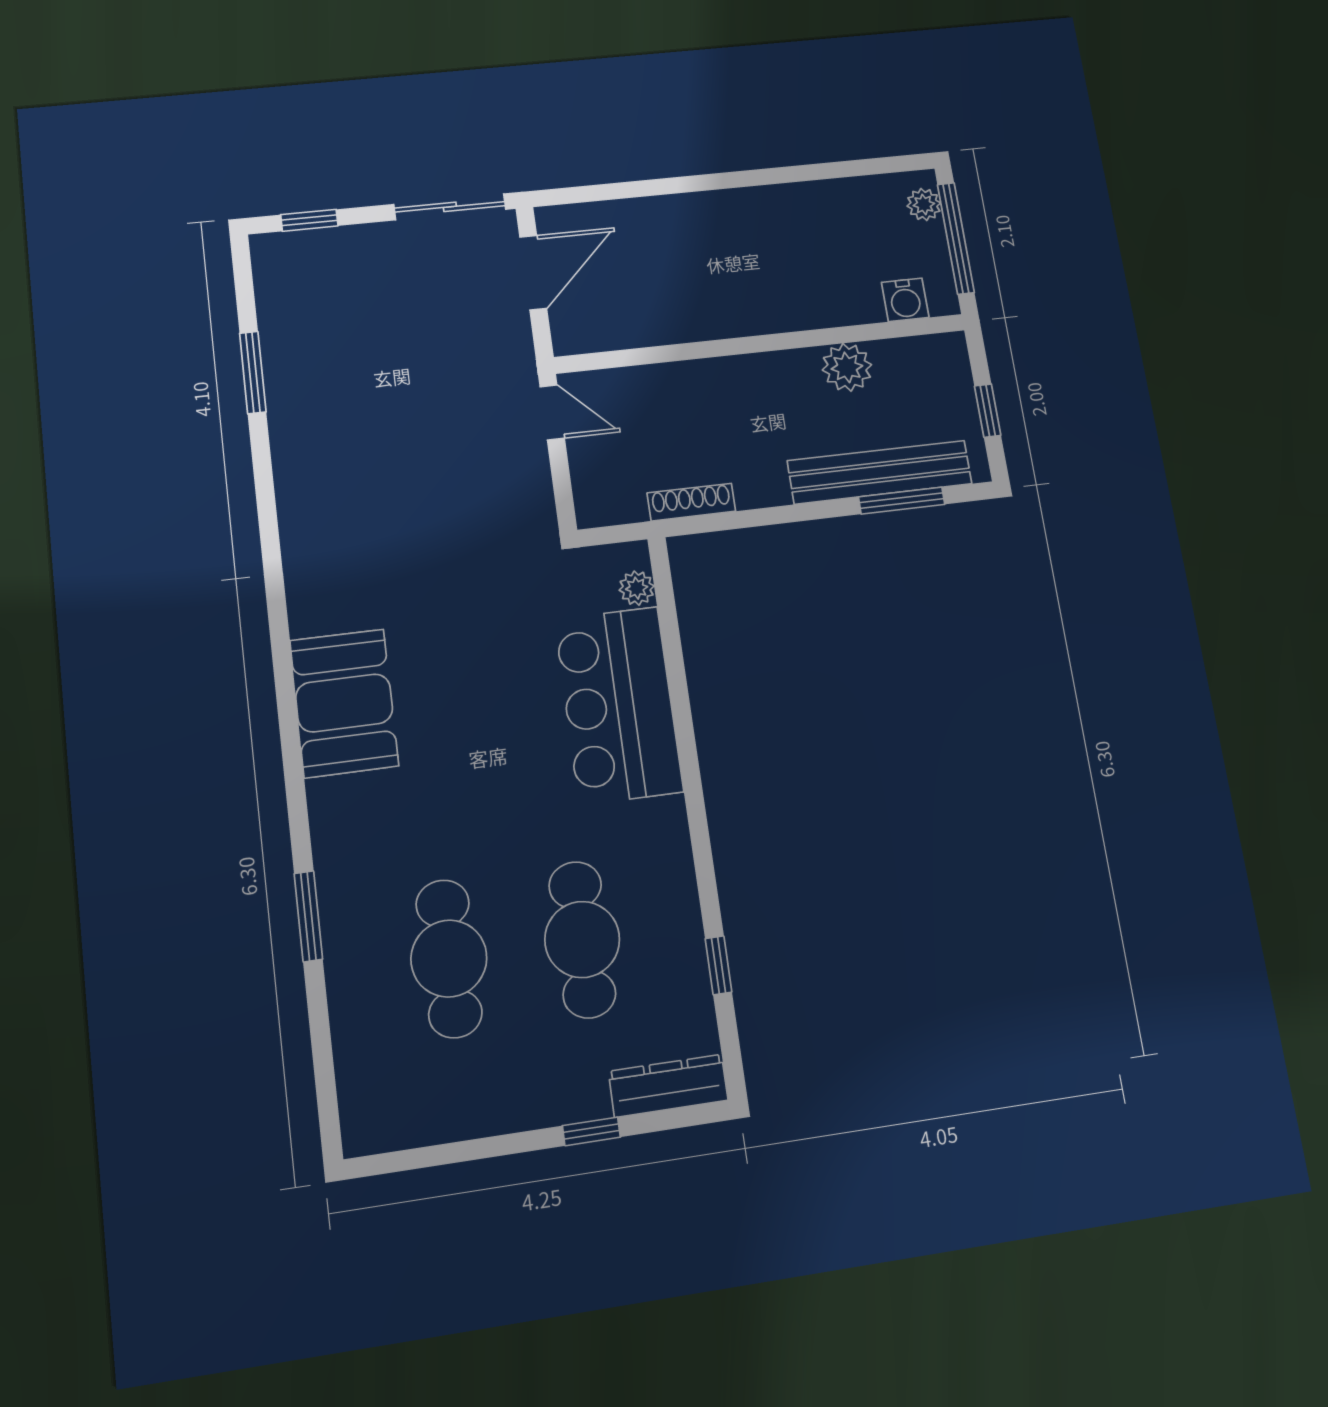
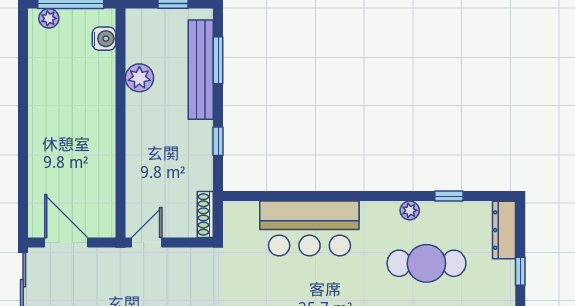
shoe rack: (691, 502) -> (205, 214), moved
window: (756, 518) -> (218, 141), added
plant: (637, 588) -> (410, 210), moved

